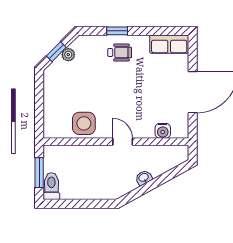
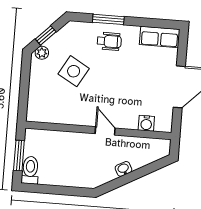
window: (117, 31) -> (108, 19), width x1.50
plant: (68, 55) -> (42, 53), moved
side table: (84, 123) -> (74, 71), moved, turned 30

